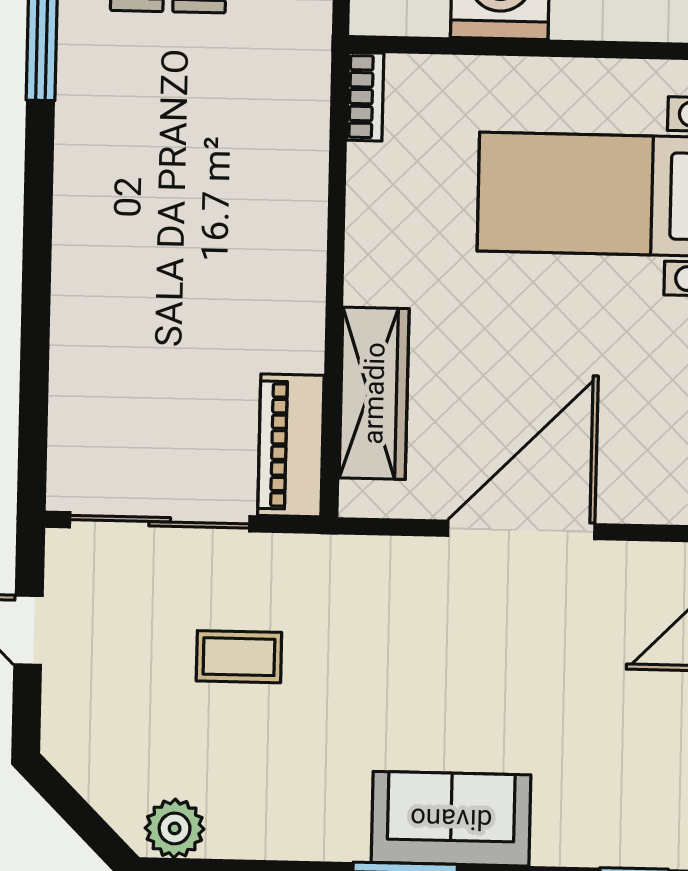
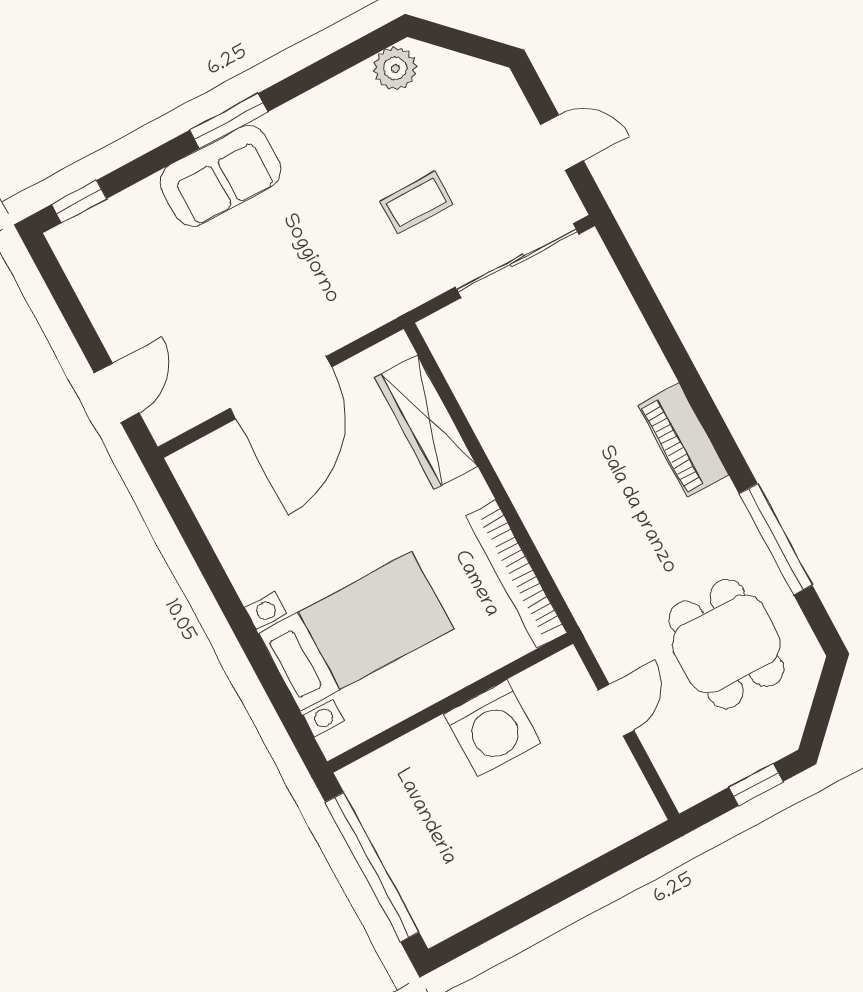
bookcase: (365, 97) -> (516, 574), width x2.31, depth x1.31
piano: (291, 445) -> (683, 440), moved, turned 180

